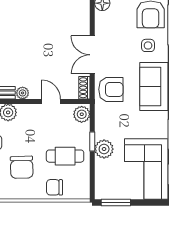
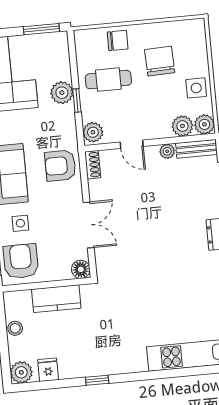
double door: (92, 55) -> (89, 225), moved

